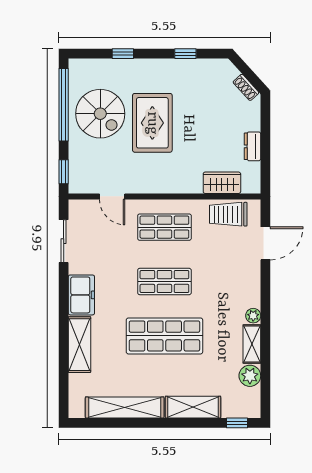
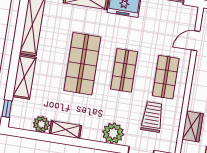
trolley: (228, 214) -> (152, 117), moved
plant: (253, 316) -> (113, 133), moved, width x1.88, depth x1.88

